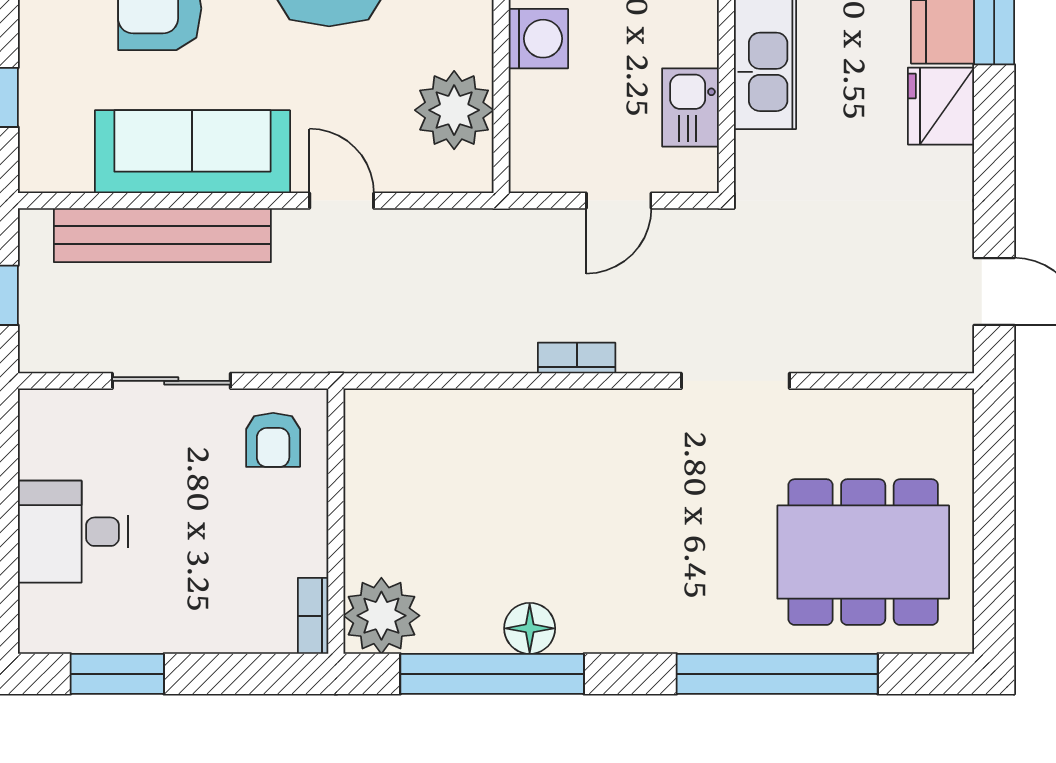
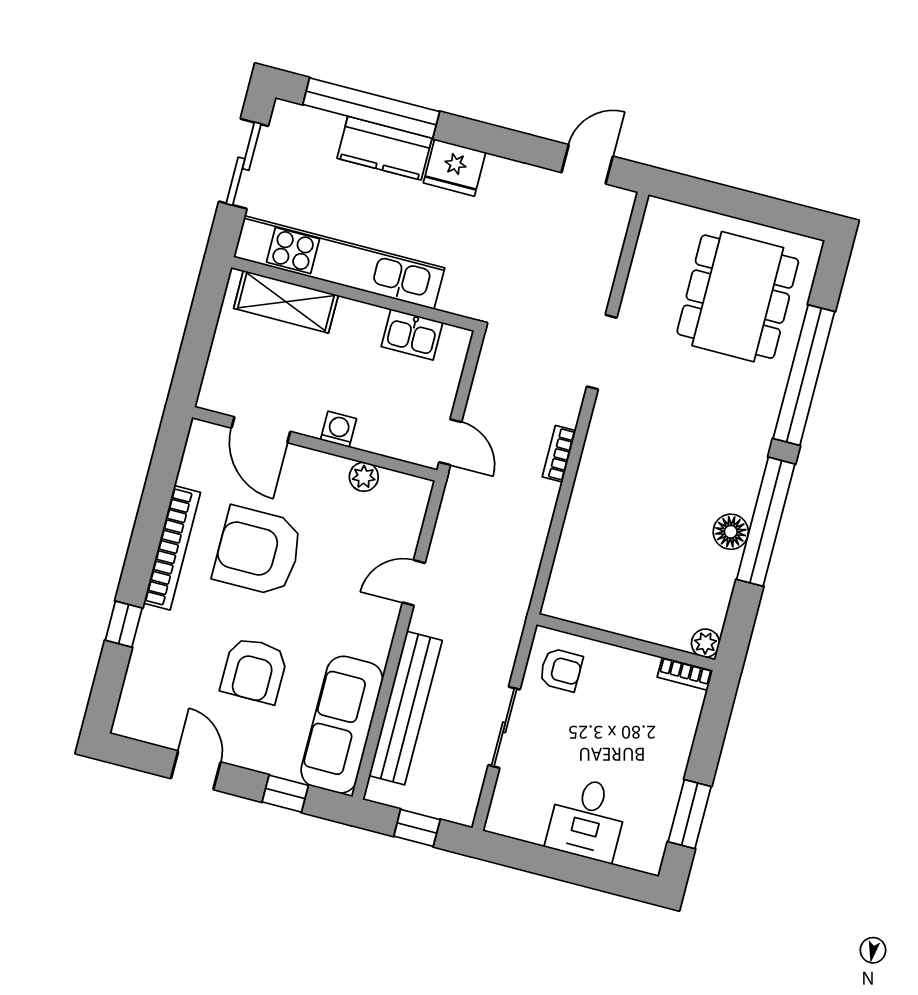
washing machine: (538, 39) -> (339, 429), width x0.73, depth x0.73
plant: (454, 110) -> (364, 477), width x0.53, depth x0.53
sofa: (192, 152) -> (342, 725), moved
door: (619, 201) -> (450, 442), moved
plant: (381, 616) -> (705, 643), width x0.53, depth x0.53
window: (492, 674) -> (766, 522), moved

